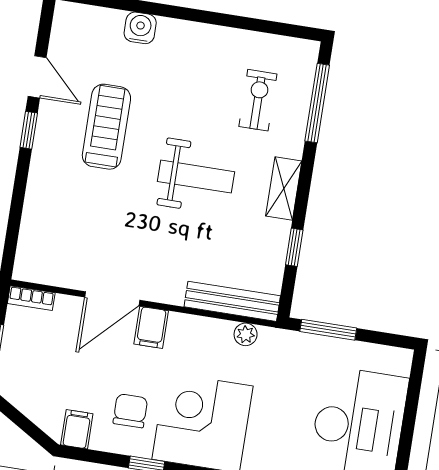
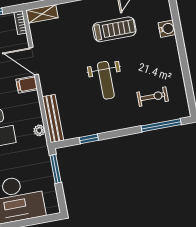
shelving: (284, 188) -> (42, 14), moved

